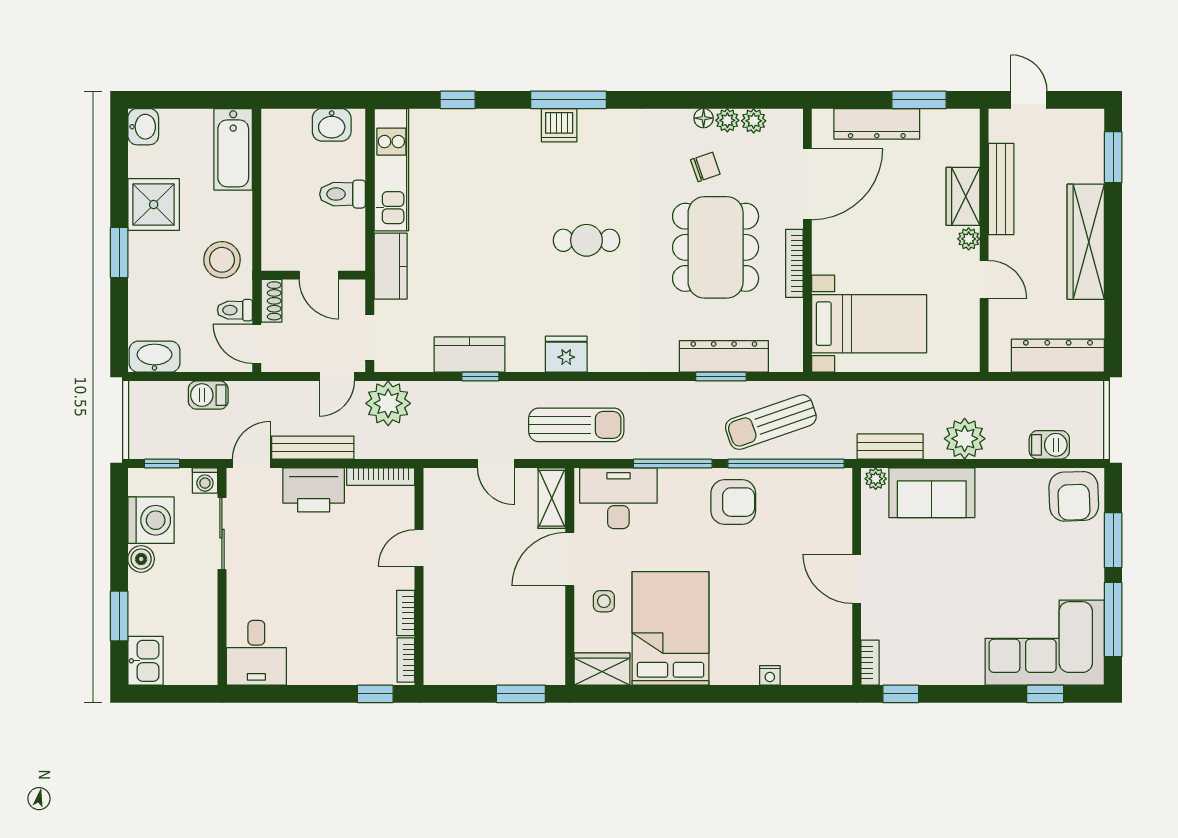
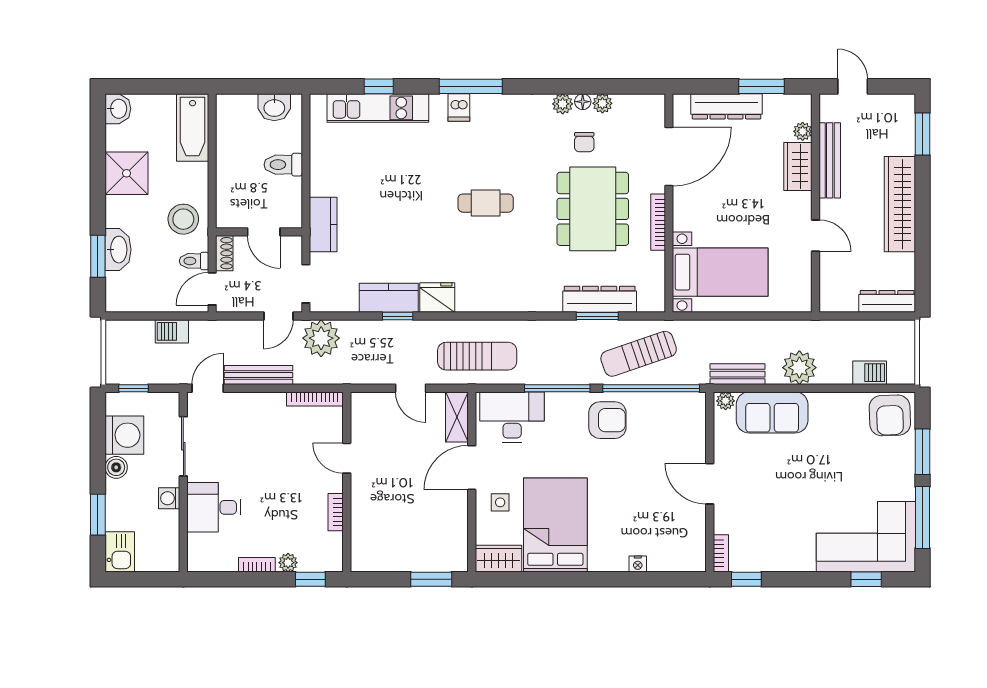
plant: (754, 121) -> (563, 104), moved
dishwasher: (559, 125) -> (459, 107), width x0.73
chair: (705, 167) -> (584, 142), turned 109
kitchen unit: (391, 170) -> (378, 108), moved, turned 90
plant: (969, 239) -> (803, 131), moved
window: (119, 253) -> (98, 256), moved
door: (257, 344) -> (212, 289), hinge flipped
fridge: (566, 354) -> (437, 298), moved
dresser: (1058, 356) -> (887, 301), width x0.73, depth x0.80
washbasin: (154, 357) -> (118, 250), moved, turned 90
washing machine: (205, 481) -> (169, 498), moved, turned 90
printer: (314, 490) -> (259, 410), removed
door: (419, 548) -> (347, 458), hinge flipped
desk: (256, 653) -> (214, 507), moved, turned 90
bookcase: (406, 660) -> (257, 565), moved, turned 90
plant: (348, 674) -> (288, 563), added

